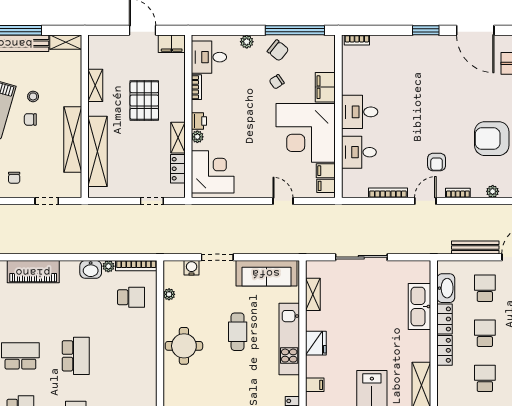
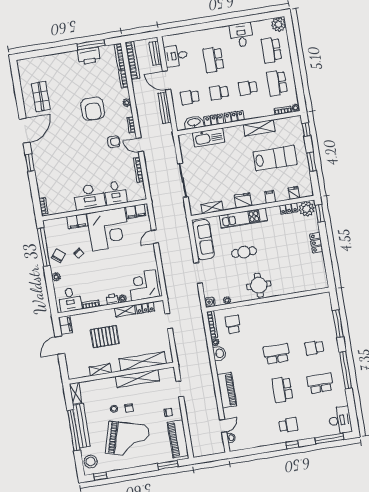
desk: (360, 112) -> (89, 197), width x1.37
water cooler: (192, 268) -> (210, 302), moved

